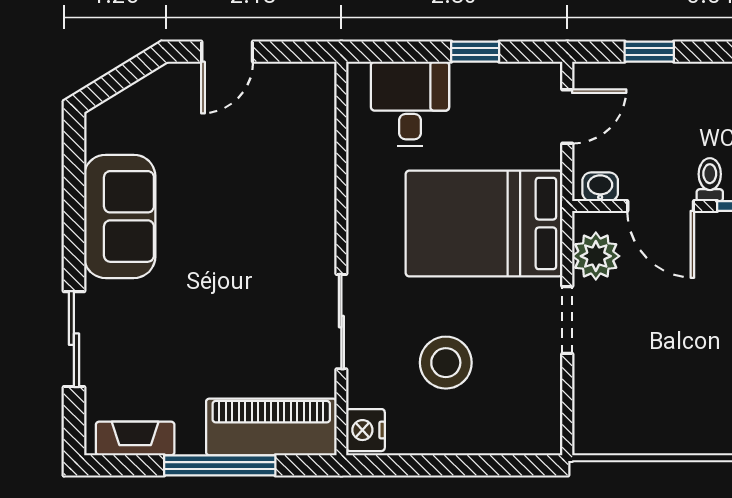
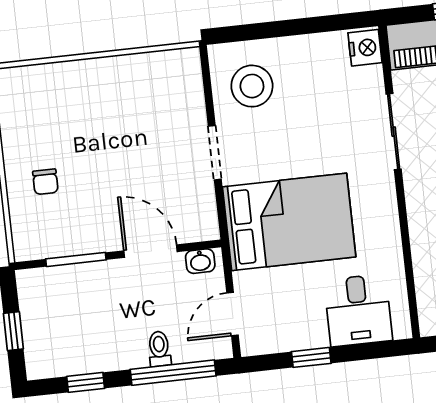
window: (649, 52) -> (173, 373), width x2.17
toilet: (710, 180) -> (159, 349), moved, turned 180
plant: (596, 256) -> (198, 206), removed
stool: (446, 363) -> (252, 86), moved

